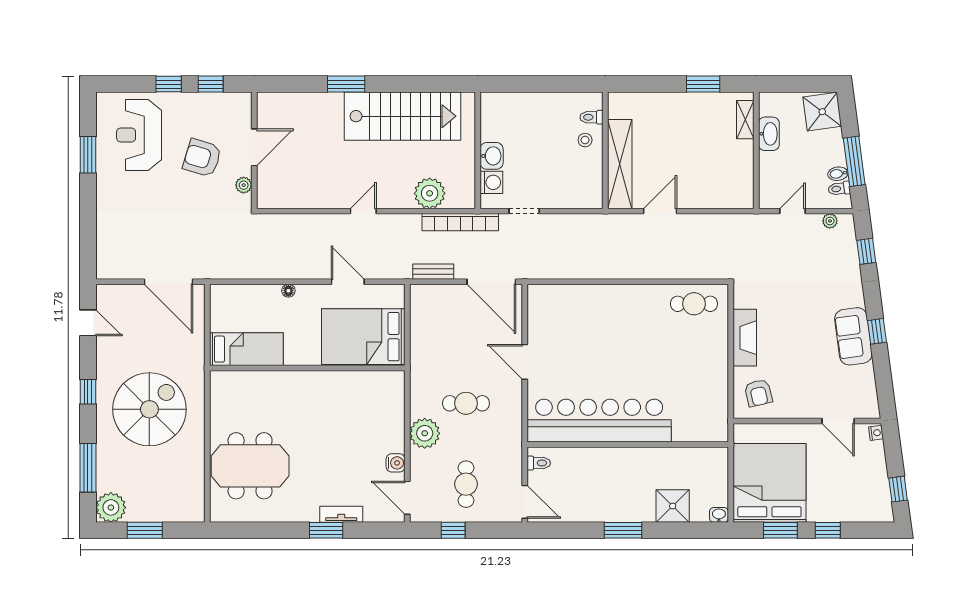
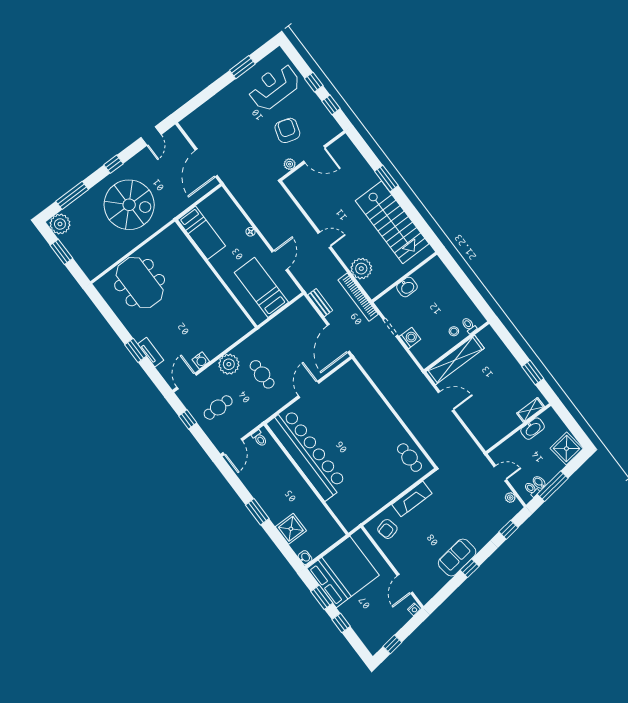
washing machine: (491, 182) -> (410, 338), moved, turned -90
bed: (363, 337) -> (261, 287), width x0.67

